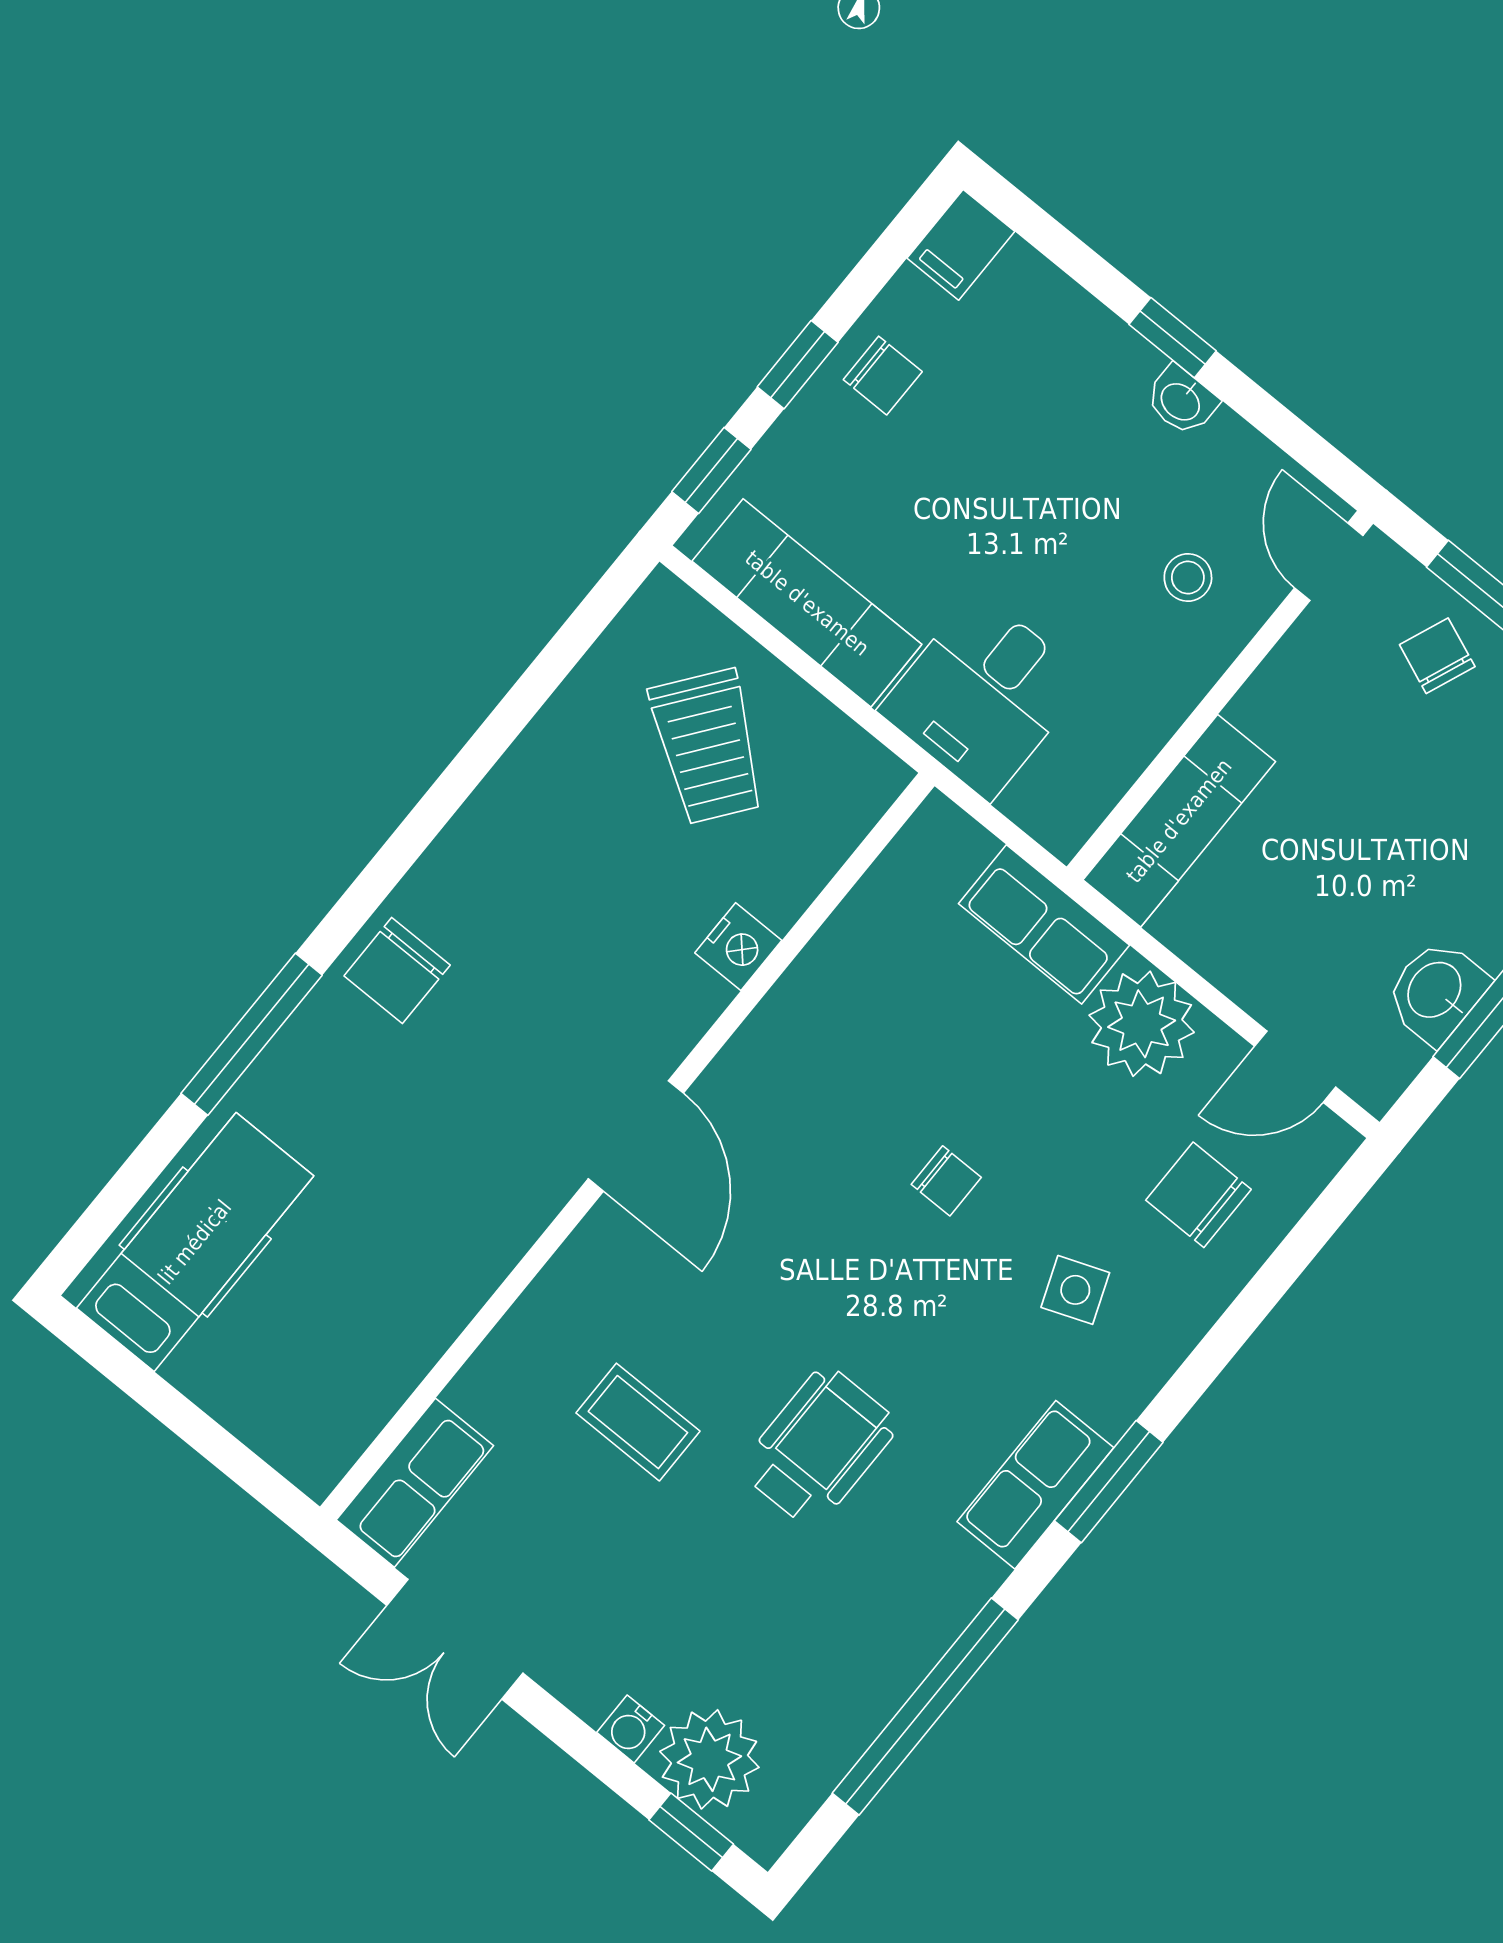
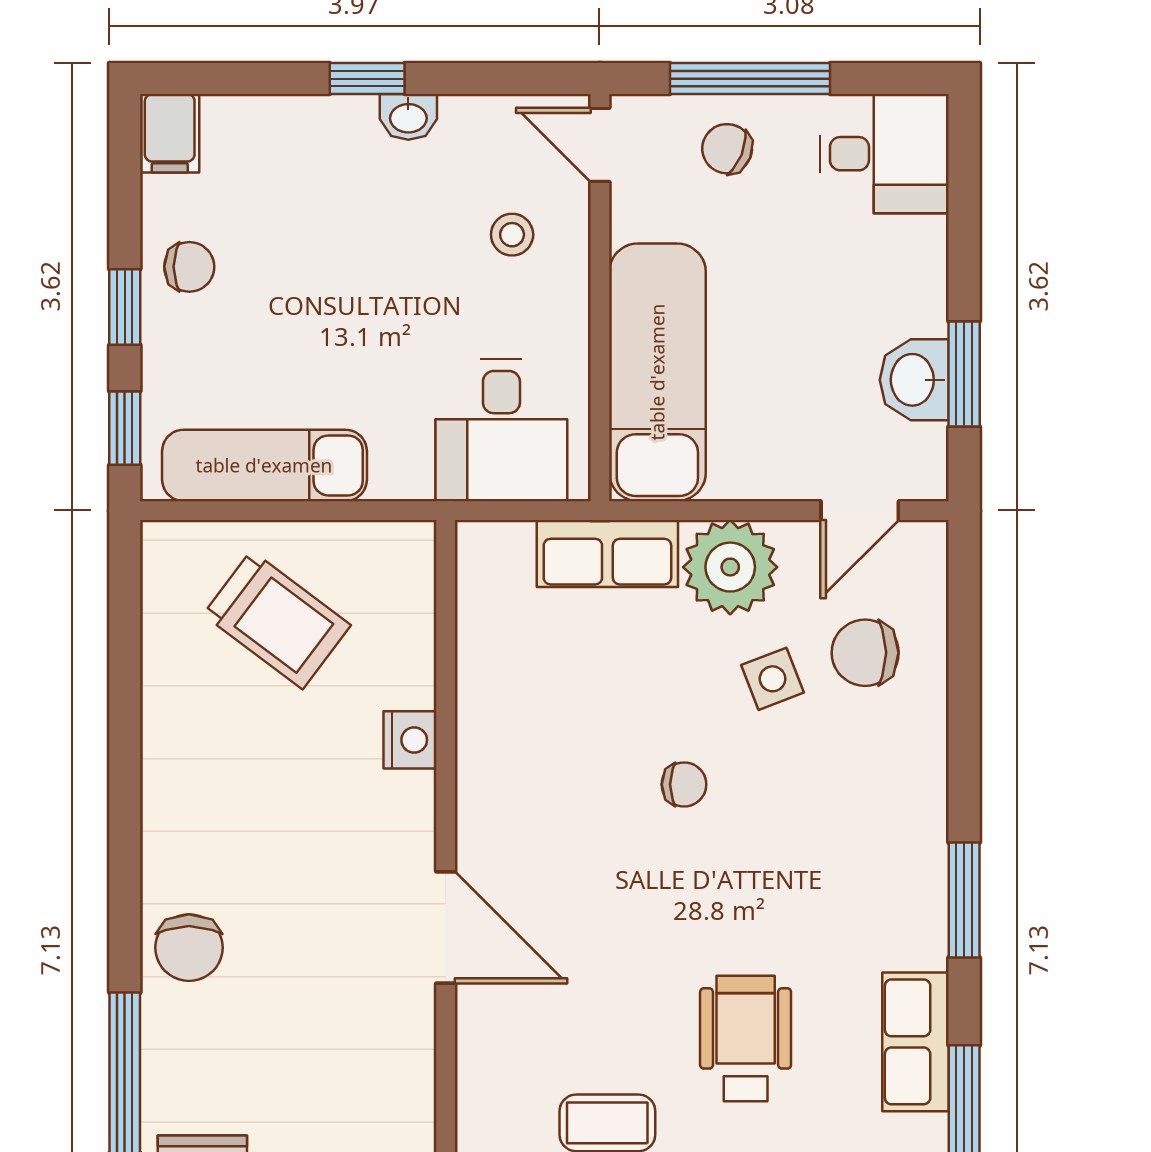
desk: (983, 695) -> (501, 430), moved
exam couch: (1179, 821) -> (657, 372), width x1.36, depth x1.45
side table: (1075, 1290) -> (773, 679), moved
row of seats: (1035, 1485) -> (915, 1042), moved

